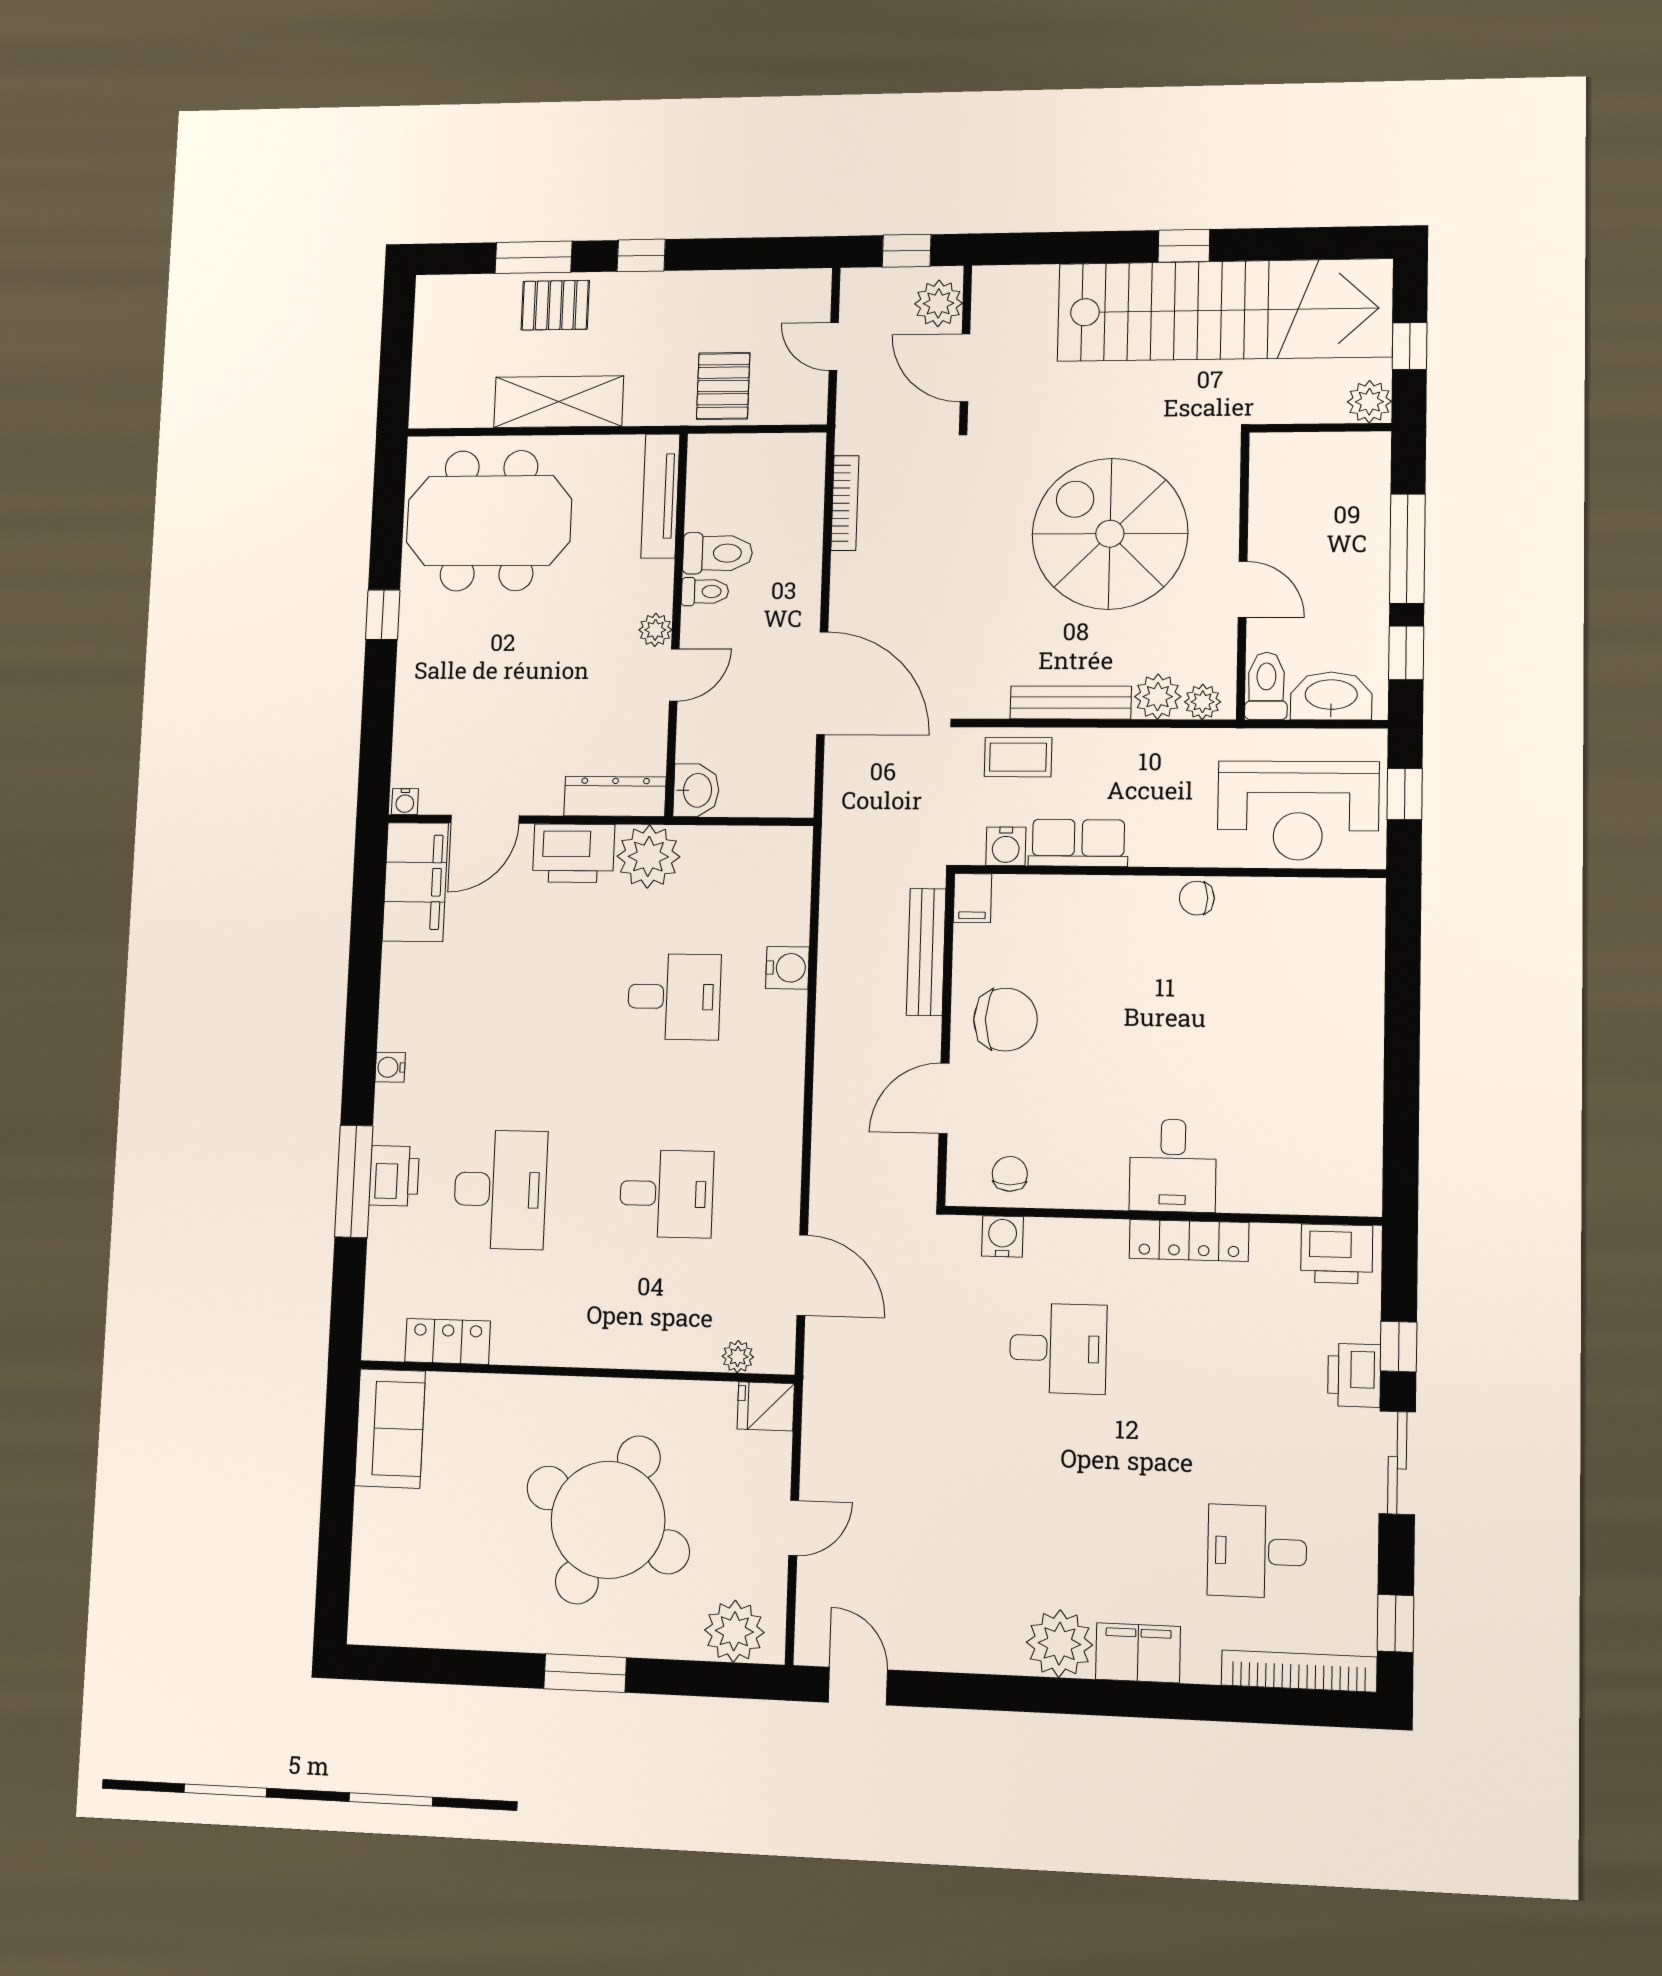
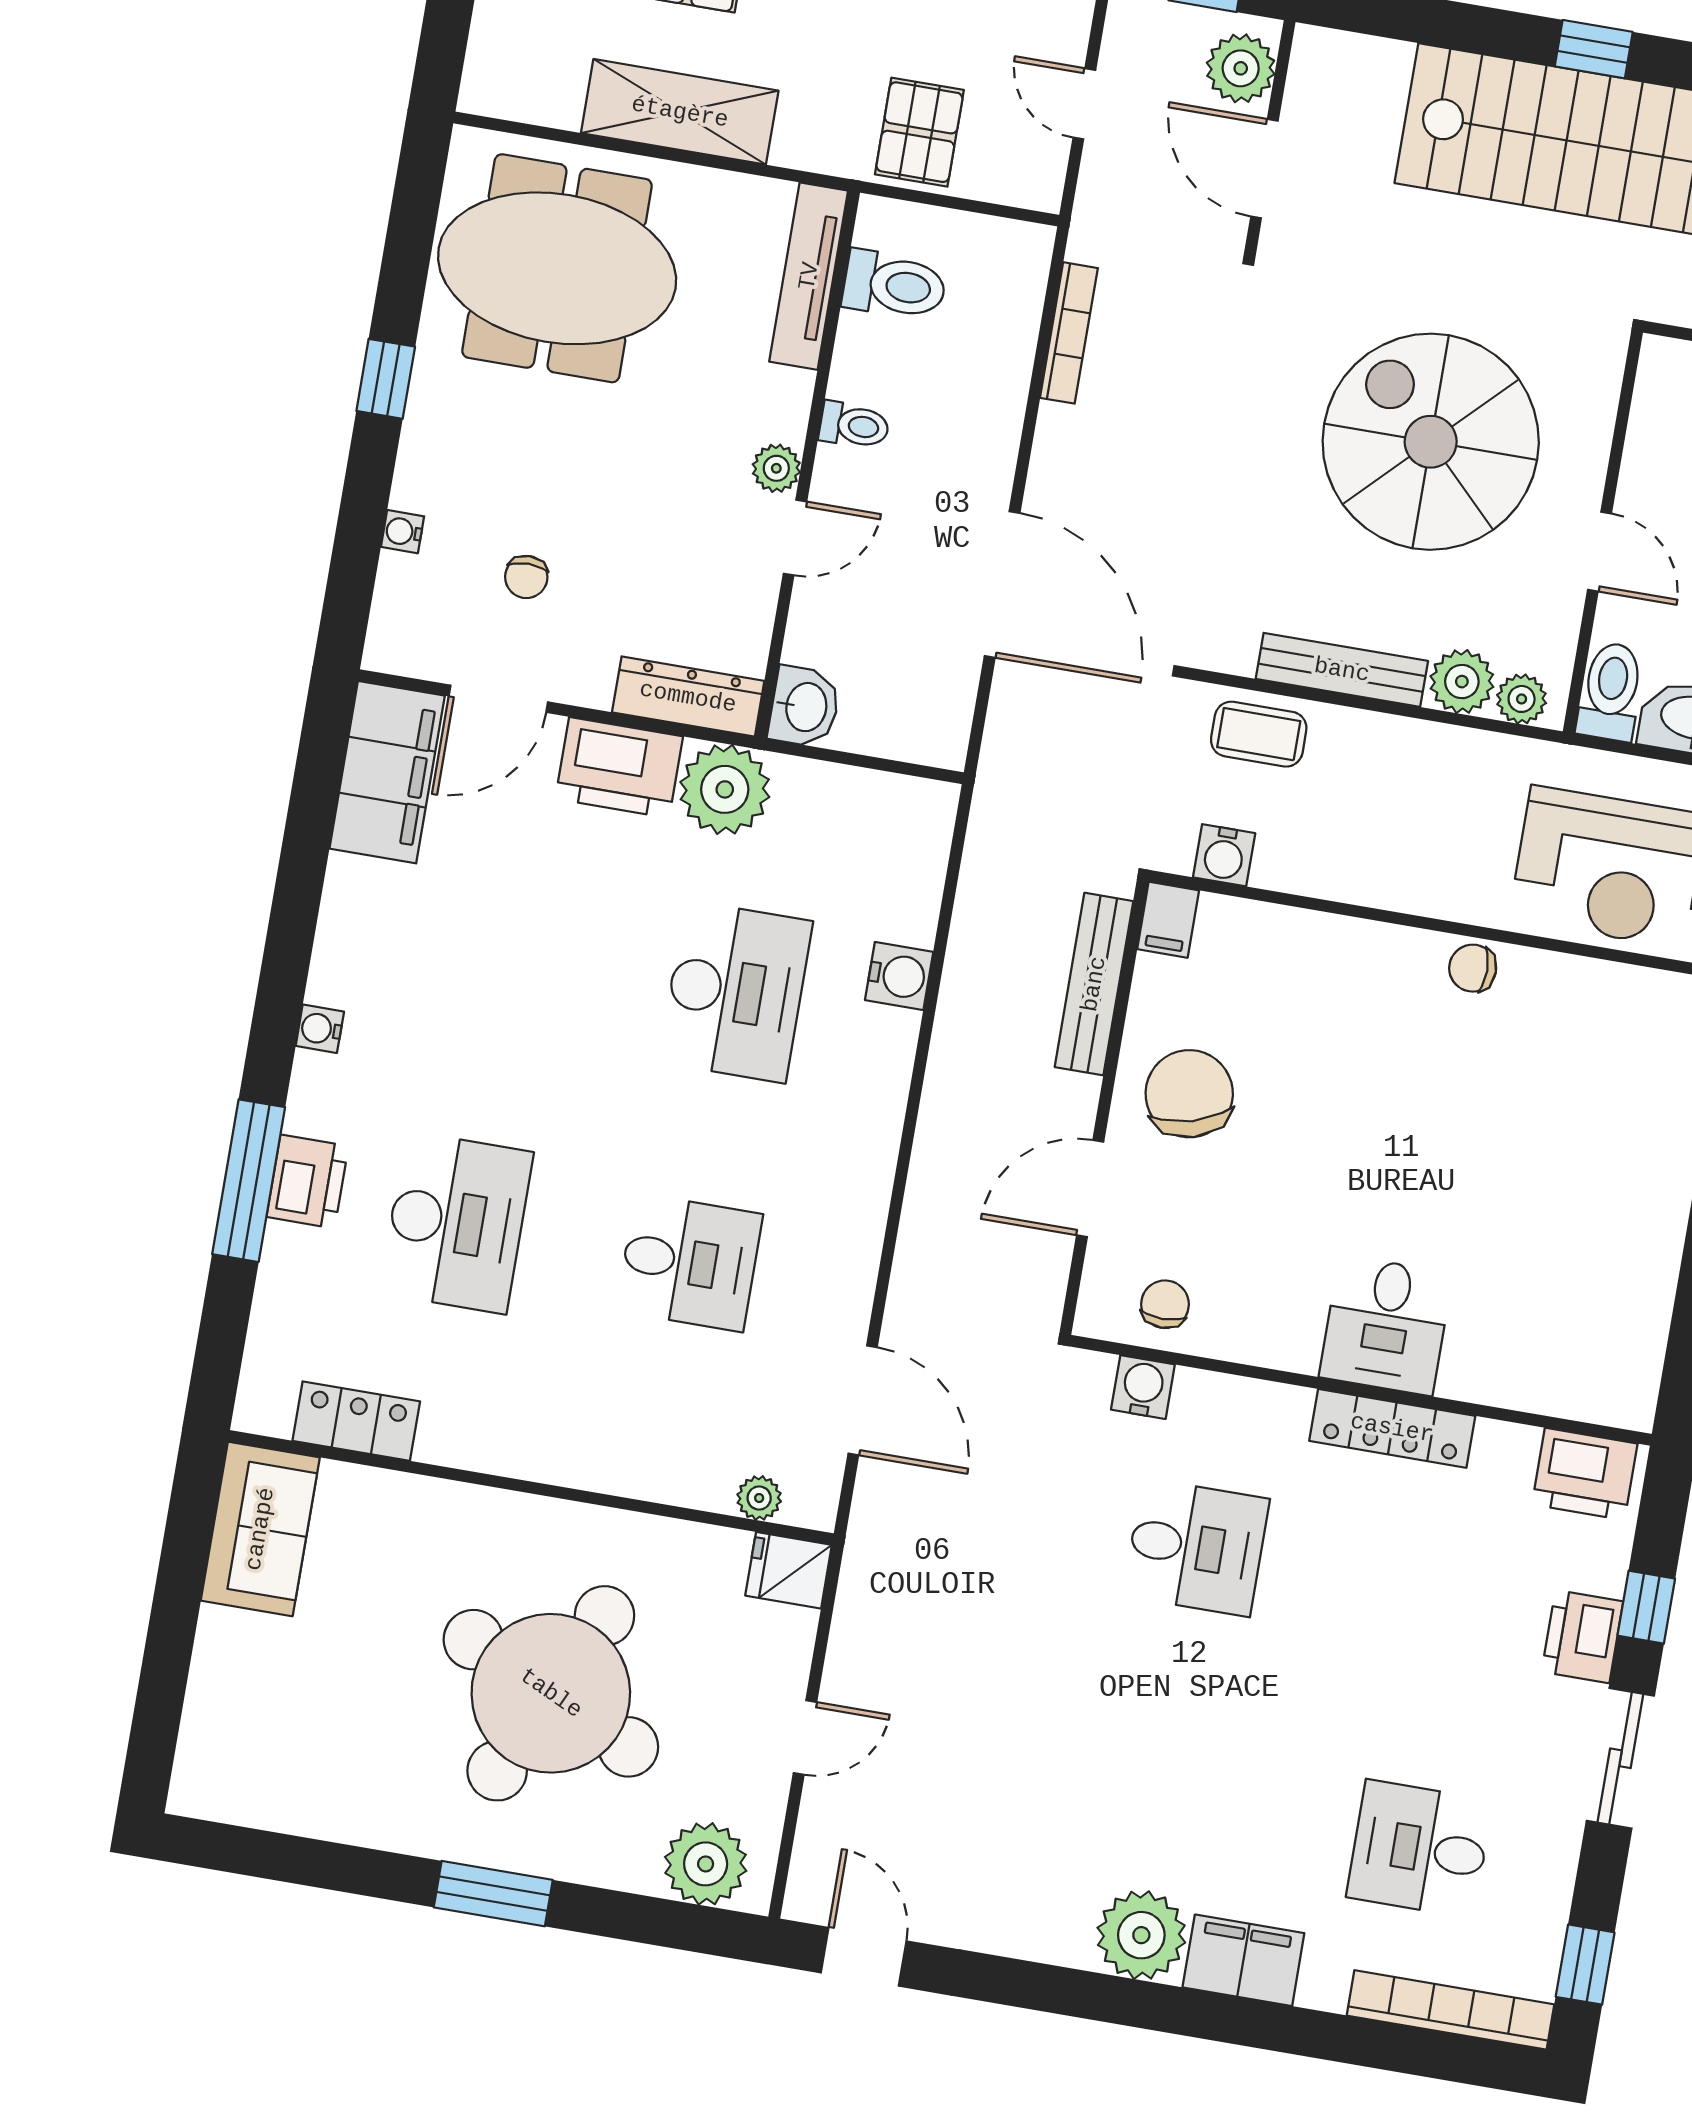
toilet: (718, 553) -> (894, 285), moved
chair: (494, 733) -> (526, 577), added
water cooler: (405, 802) -> (402, 532), moved, turned 90
row of seats: (1078, 843) -> (1324, 867), removed
desk: (674, 997) -> (736, 992), width x1.37
chair: (1005, 1020) -> (1189, 1094), turned -106

